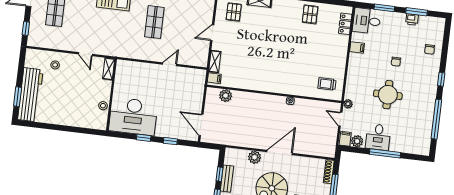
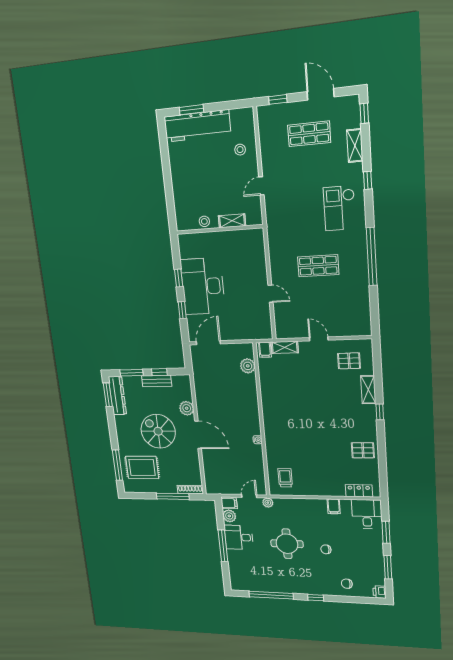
printer: (412, 19) -> (380, 592), moved
shelving: (109, 69) -> (232, 221), moved
desk: (133, 116) -> (203, 286), moved

